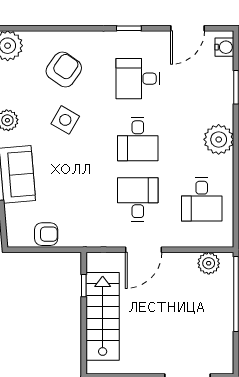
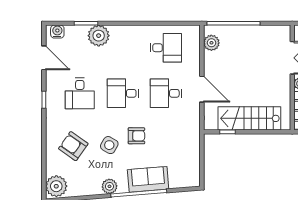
desk: (138, 139) -> (123, 93), turned 180
plant: (219, 139) -> (99, 36), moved
armchair: (46, 234) -> (136, 136), moved, turned 90

